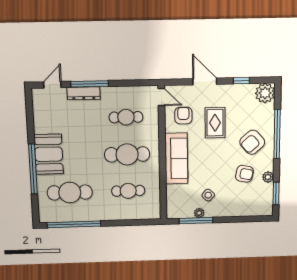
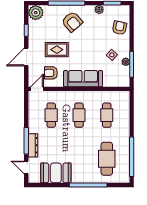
booth: (49, 154) -> (56, 173), moved
cafe table: (127, 154) -> (79, 115), width x0.73, depth x0.74
armchair: (244, 174) -> (120, 28), moved

